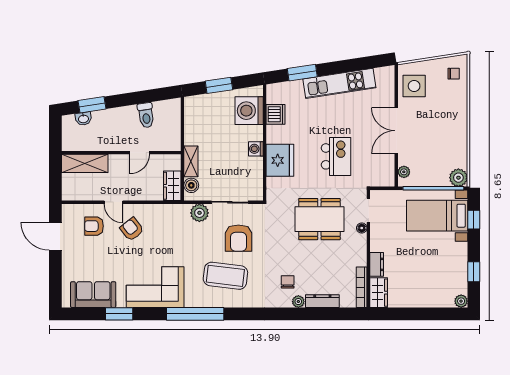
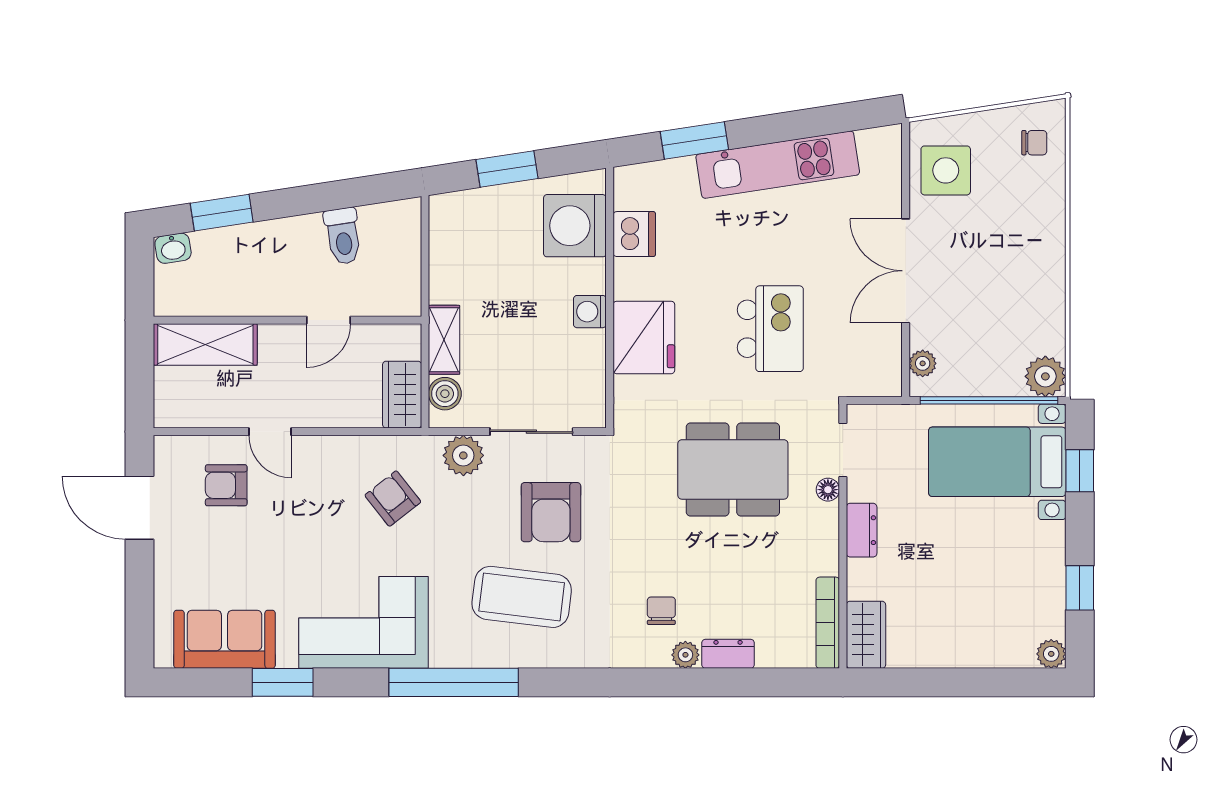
washbasin: (83, 119) -> (173, 248), moved
armchair: (132, 229) -> (393, 499), moved
dresser: (377, 264) -> (862, 530), moved
dresser: (322, 301) -> (728, 654), width x0.70

